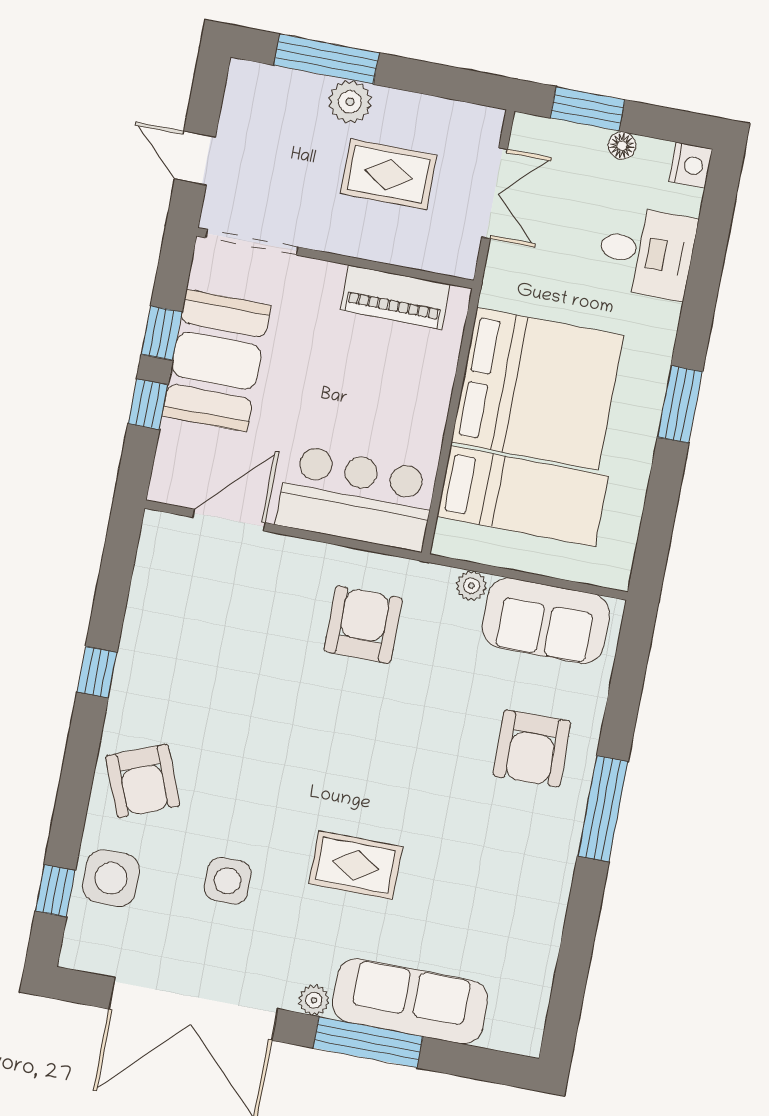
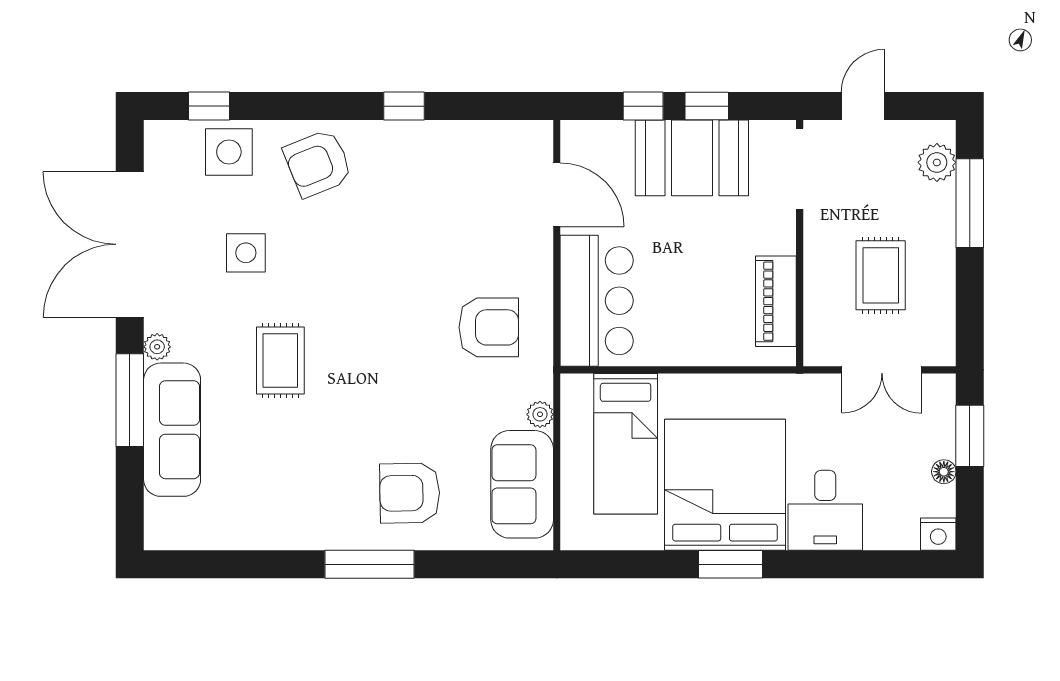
plant: (350, 102) -> (937, 162), moved
desk: (646, 252) -> (825, 510), moved
bed: (537, 389) -> (725, 485), moved, turned 180

